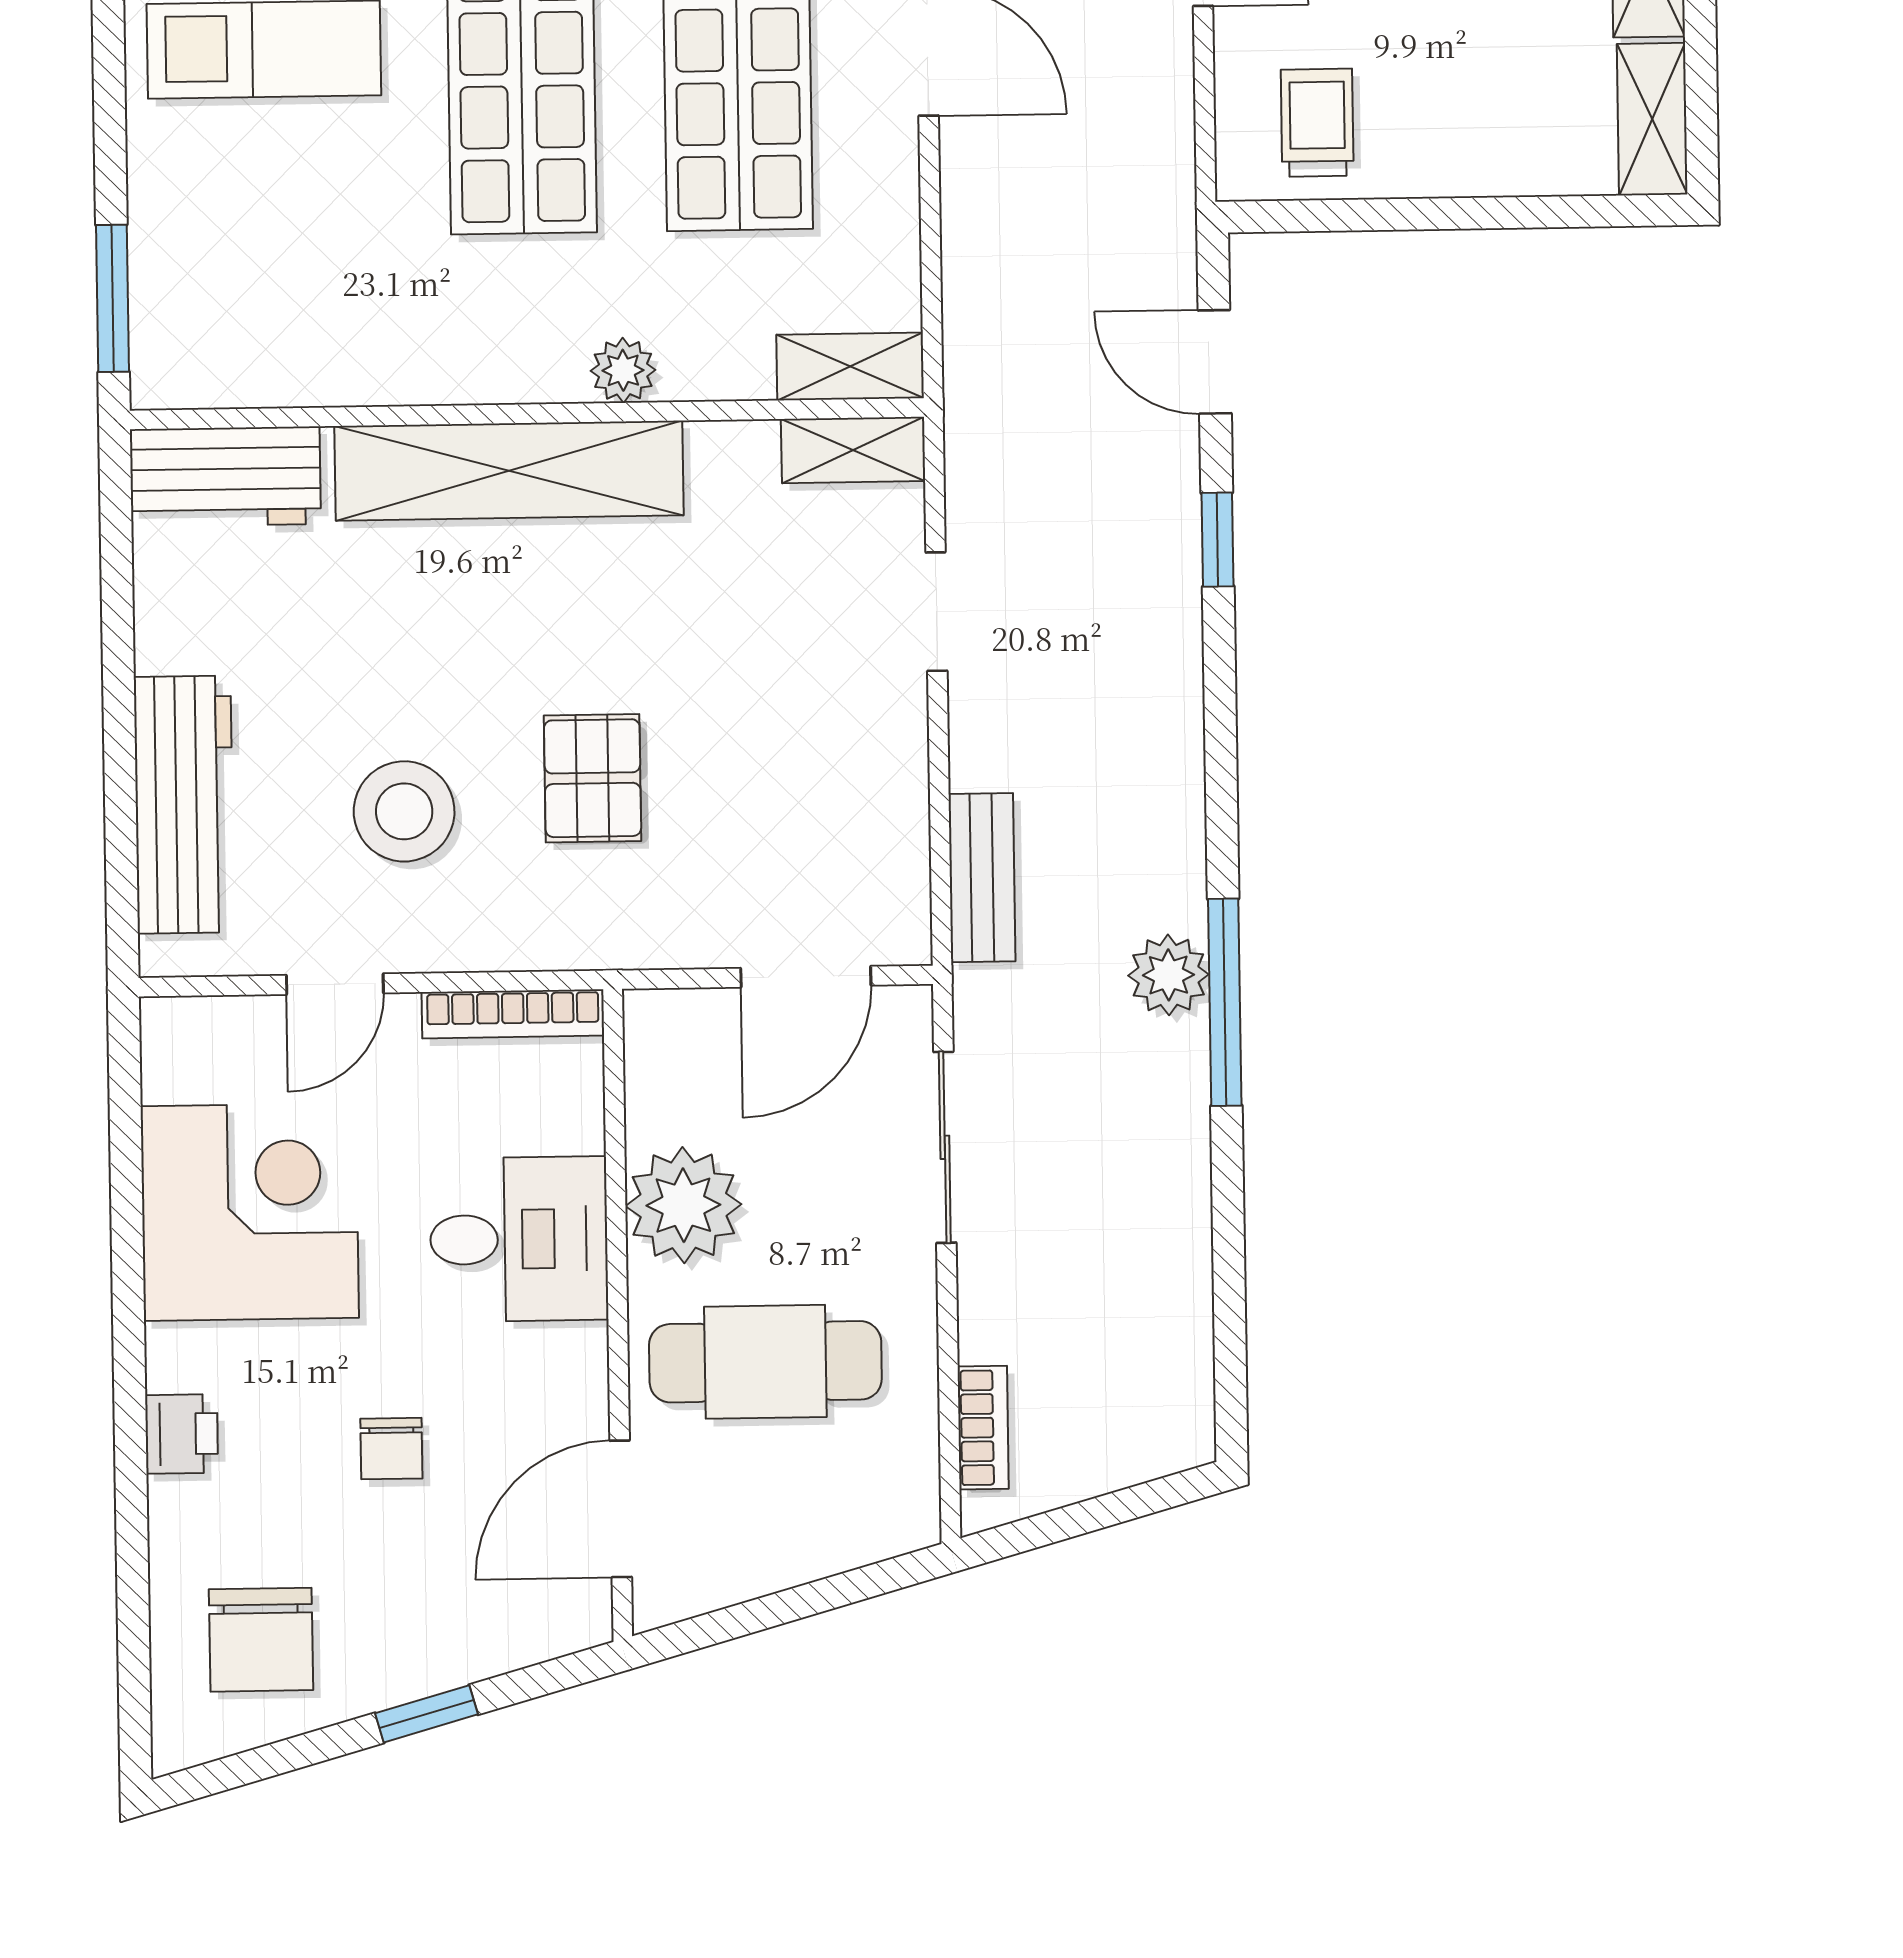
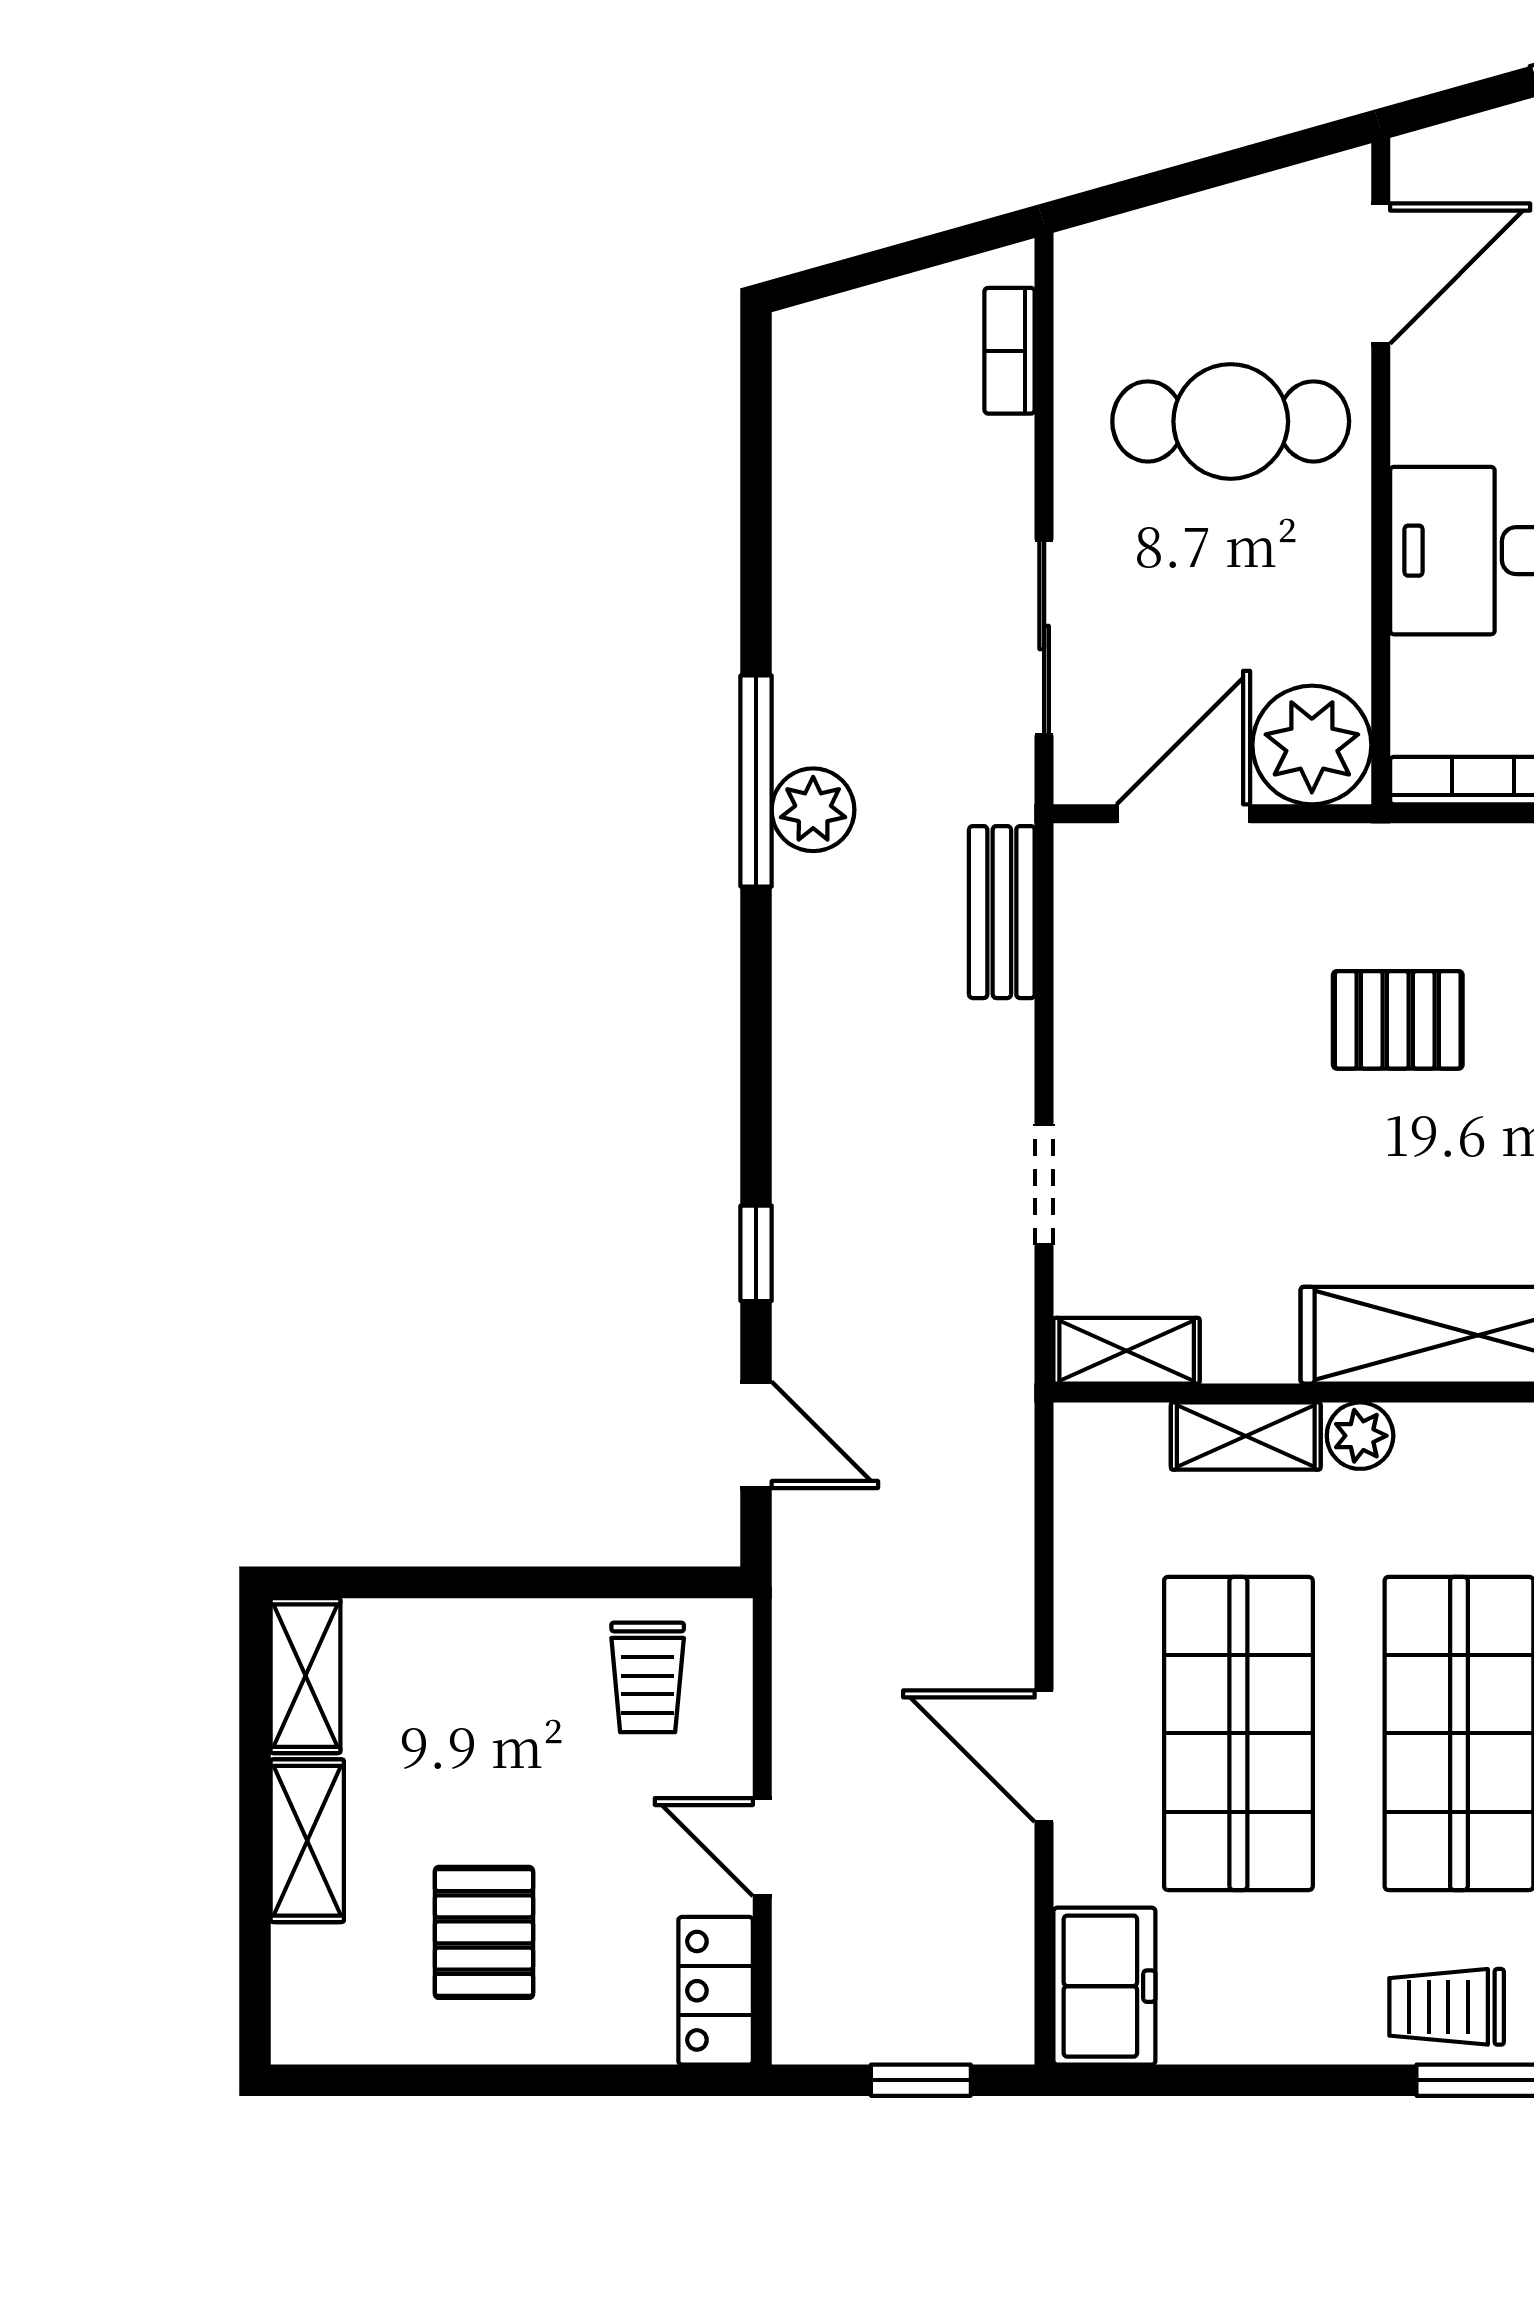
shelving: (850, 366) -> (1246, 1436), moved
pallet: (593, 778) -> (1398, 1020), turned 90
plant: (683, 1205) -> (1312, 745), moved

